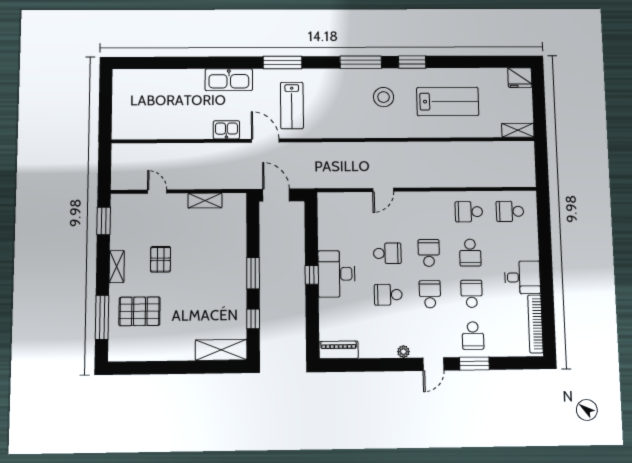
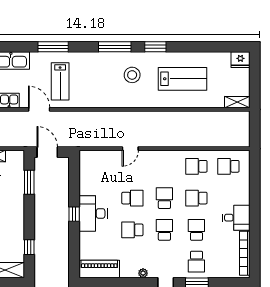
school desk: (470, 253) -> (196, 198), turned 90
window: (253, 273) -> (29, 182), moved
piano: (339, 350) -> (99, 269), width x1.37, depth x1.33

